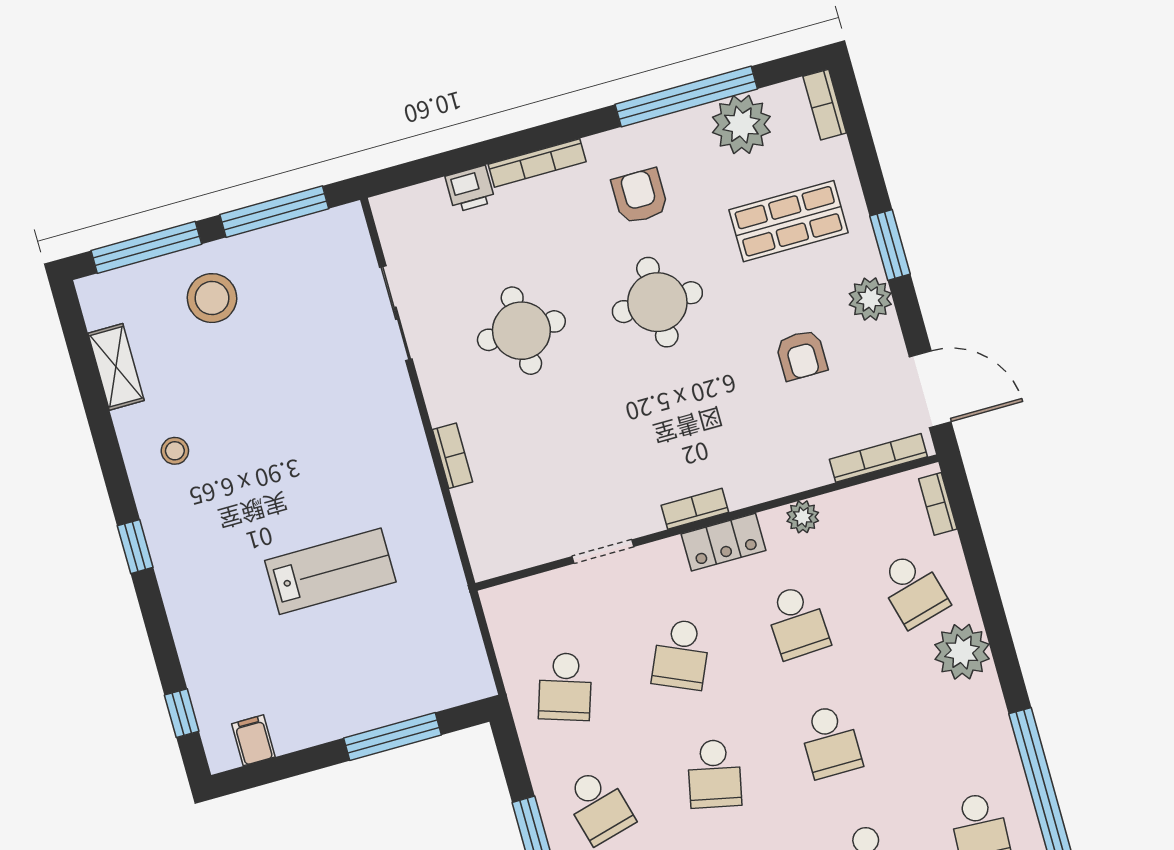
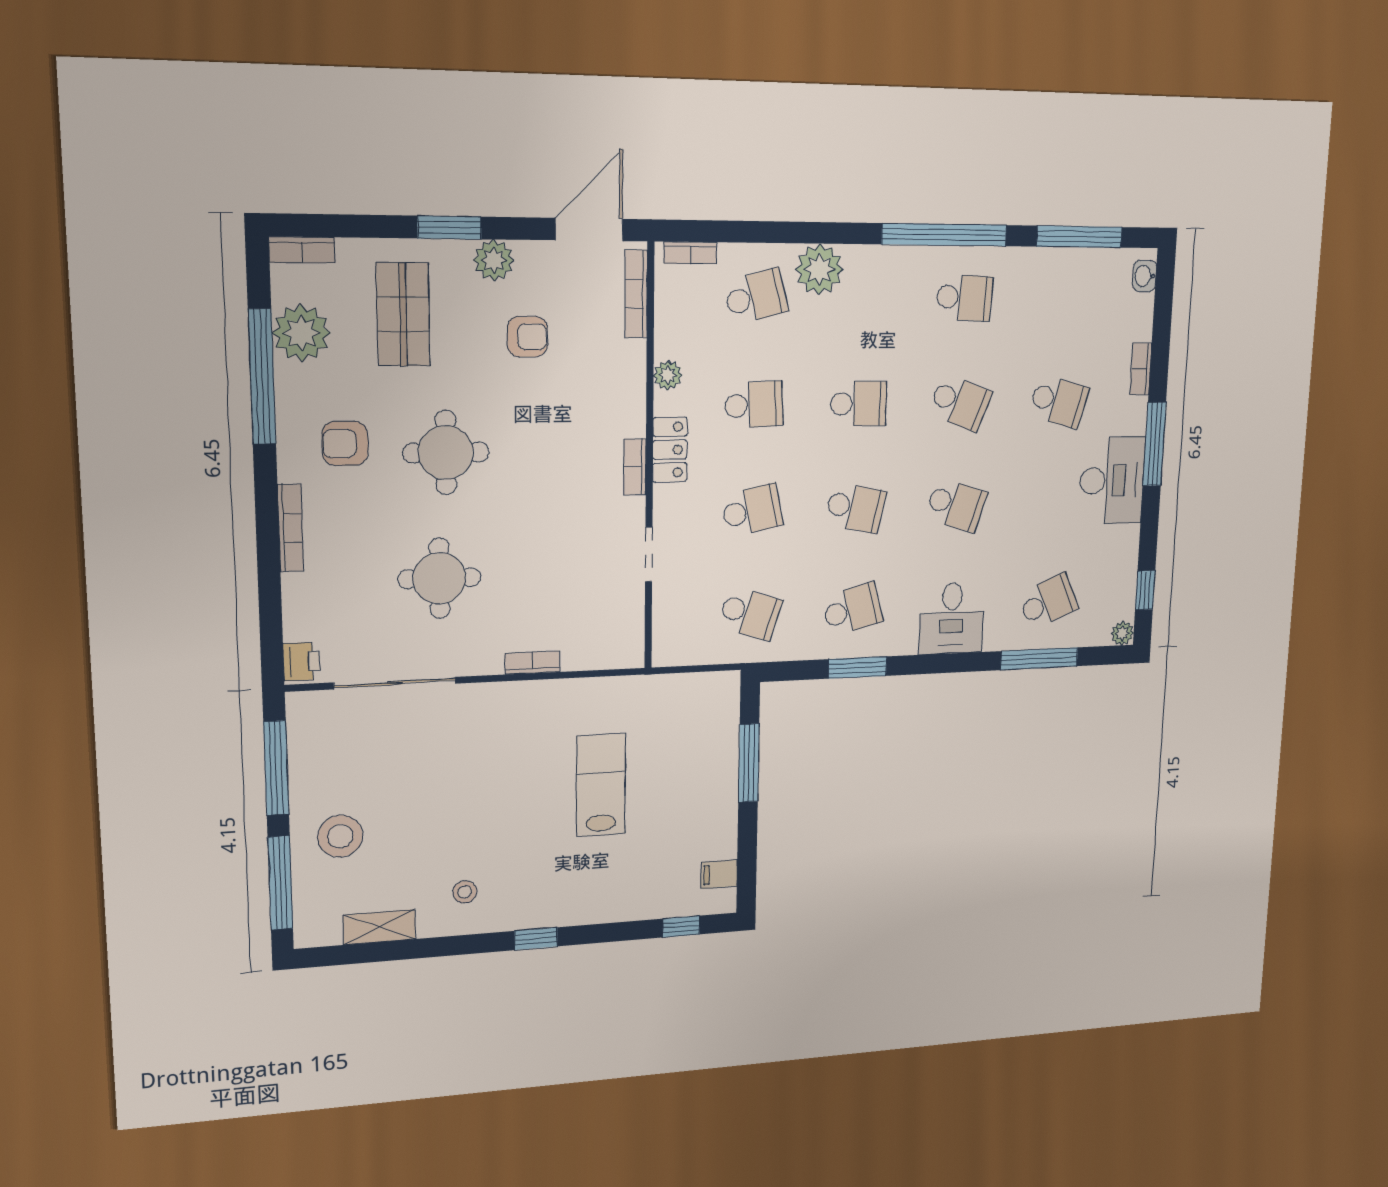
printer: (470, 189) -> (302, 662), moved
sliding door: (396, 313) -> (395, 683), width x1.37
school desk: (681, 654) -> (752, 510), turned -36

